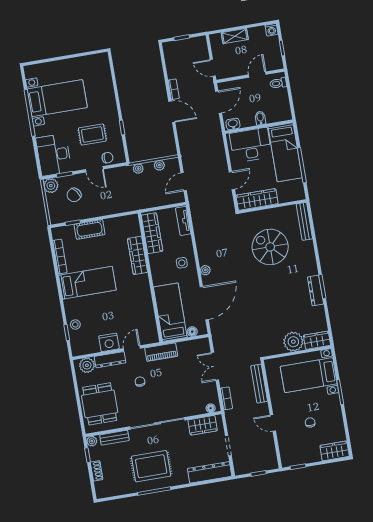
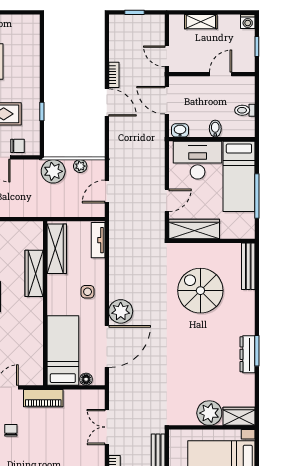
toilet: (278, 83) -> (245, 110), moved
door: (219, 102) -> (167, 100), swing flipped
plant: (138, 169) -> (53, 171), width x1.88, depth x1.88
plant: (205, 270) -> (121, 311), width x1.87, depth x1.87

